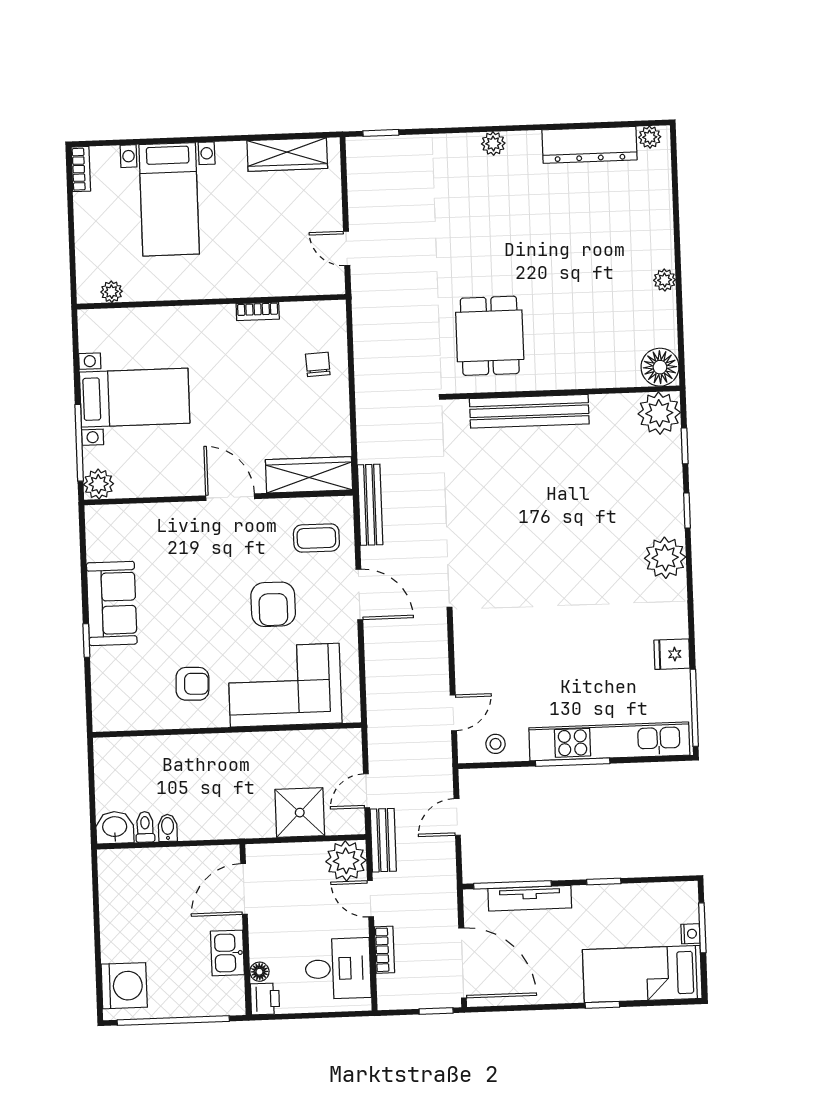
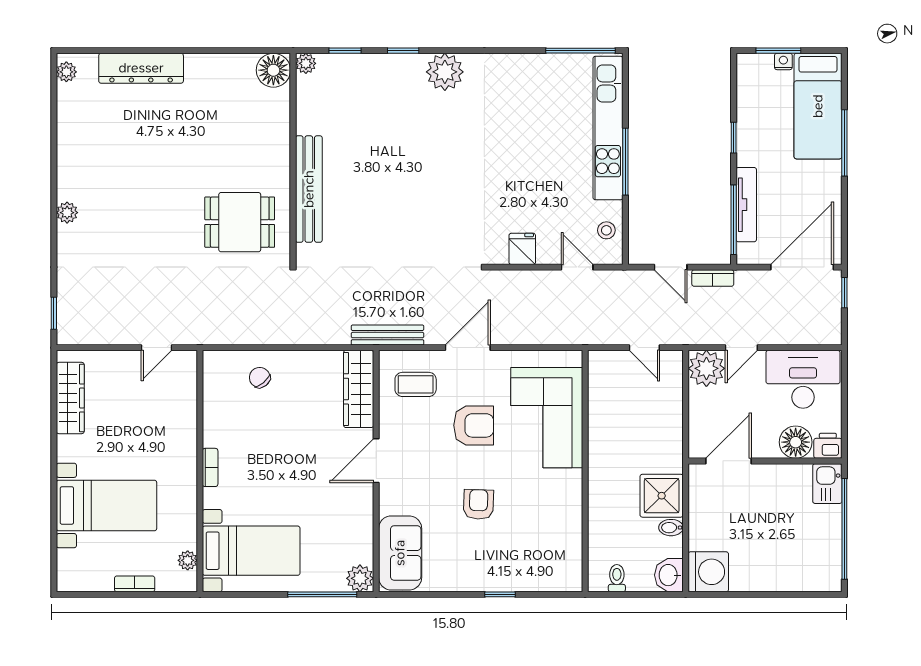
dresser: (590, 145) -> (141, 68), moved, turned 90
bookcase: (81, 169) -> (135, 584), moved
plant: (665, 280) -> (195, 63), removed
bookcase: (258, 311) -> (210, 467), moved
chair: (318, 364) -> (260, 377), turned 53
bed with nightstands: (135, 398) -> (251, 551), moved, turned 90
plant: (659, 413) -> (306, 63), width x0.53, depth x0.53
coffee table: (316, 538) -> (416, 384), turned 90
sofa: (112, 603) -> (400, 553), moved, turned 90
fridge: (672, 654) -> (522, 249), moved, turned 180
armchair: (192, 684) -> (478, 504), moved
shower: (300, 813) -> (662, 496), moved
toilet: (145, 827) -> (617, 578), moved, turned 90
bench: (383, 840) -> (689, 334), removed
door: (244, 889) -> (728, 461), swing flipped
bookcase: (384, 950) -> (713, 278), moved, turned 180
kitchen sink: (227, 953) -> (827, 484), moved, turned 90
desk: (338, 969) -> (803, 379), width x1.37
floor lamp: (259, 972) -> (796, 442), width x1.89, depth x1.89
washing machine: (124, 986) -> (708, 572), moved, turned 90
window: (602, 1005) -> (844, 143), width x2.17

